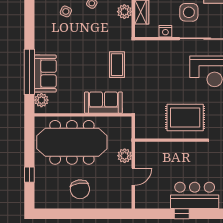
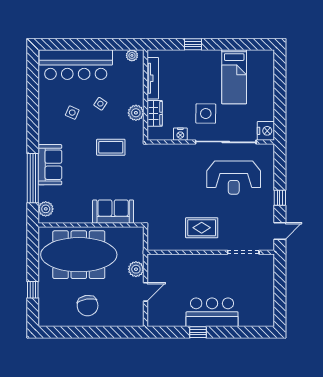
coffee table: (117, 65) -> (111, 147), moved, turned 90
sofa: (45, 74) -> (50, 165), moved
rug: (185, 118) -> (202, 228), width x0.73, depth x0.70

